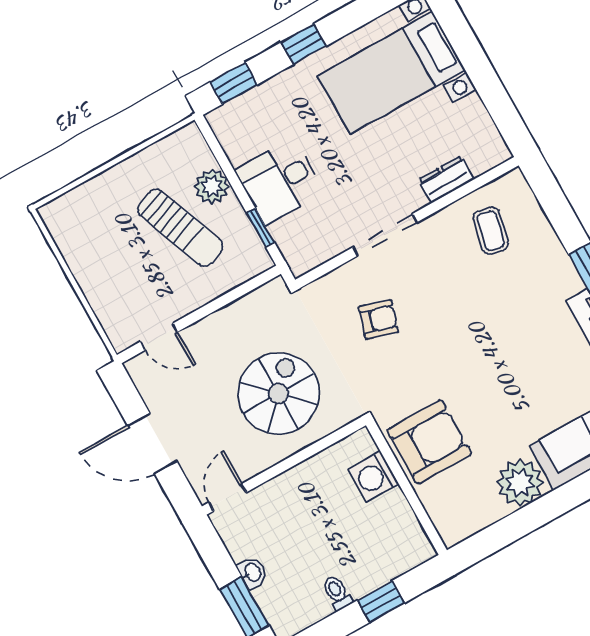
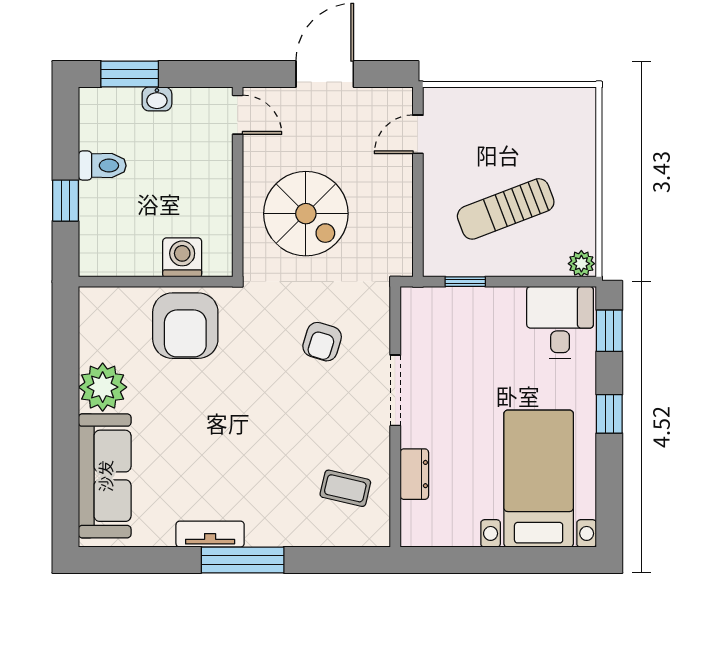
desk: (280, 182) -> (560, 322), moved
plant: (212, 186) -> (581, 264), moved, width x0.73, depth x0.73
toilet: (337, 593) -> (102, 166), width x1.37, depth x1.39

